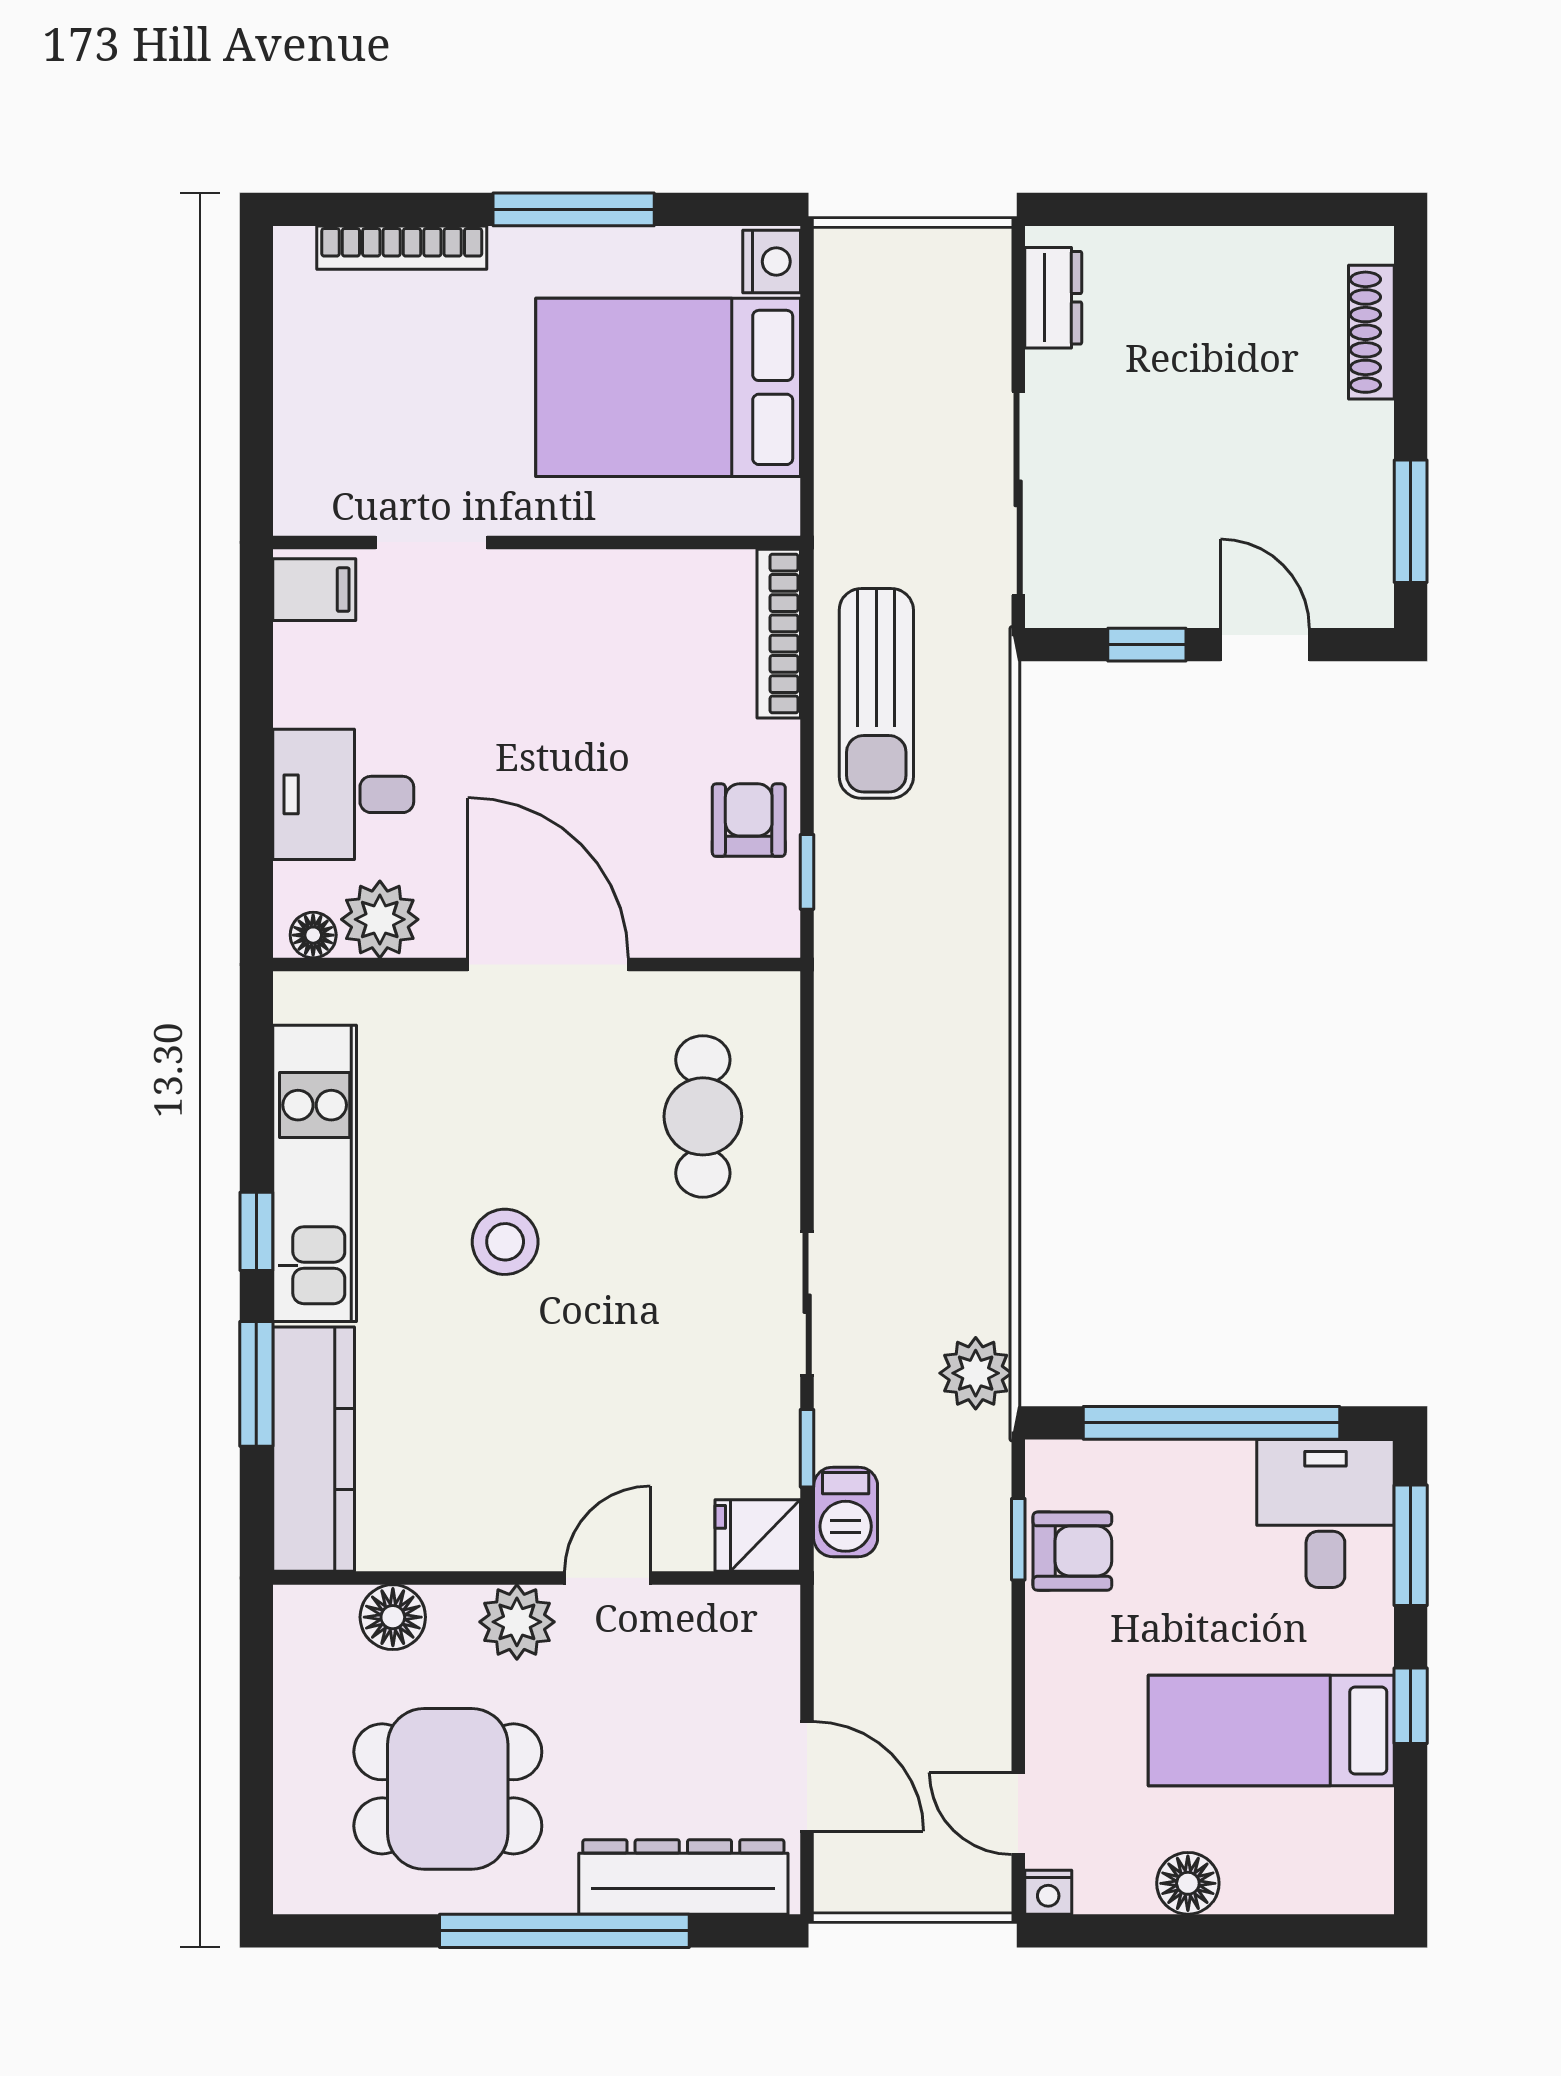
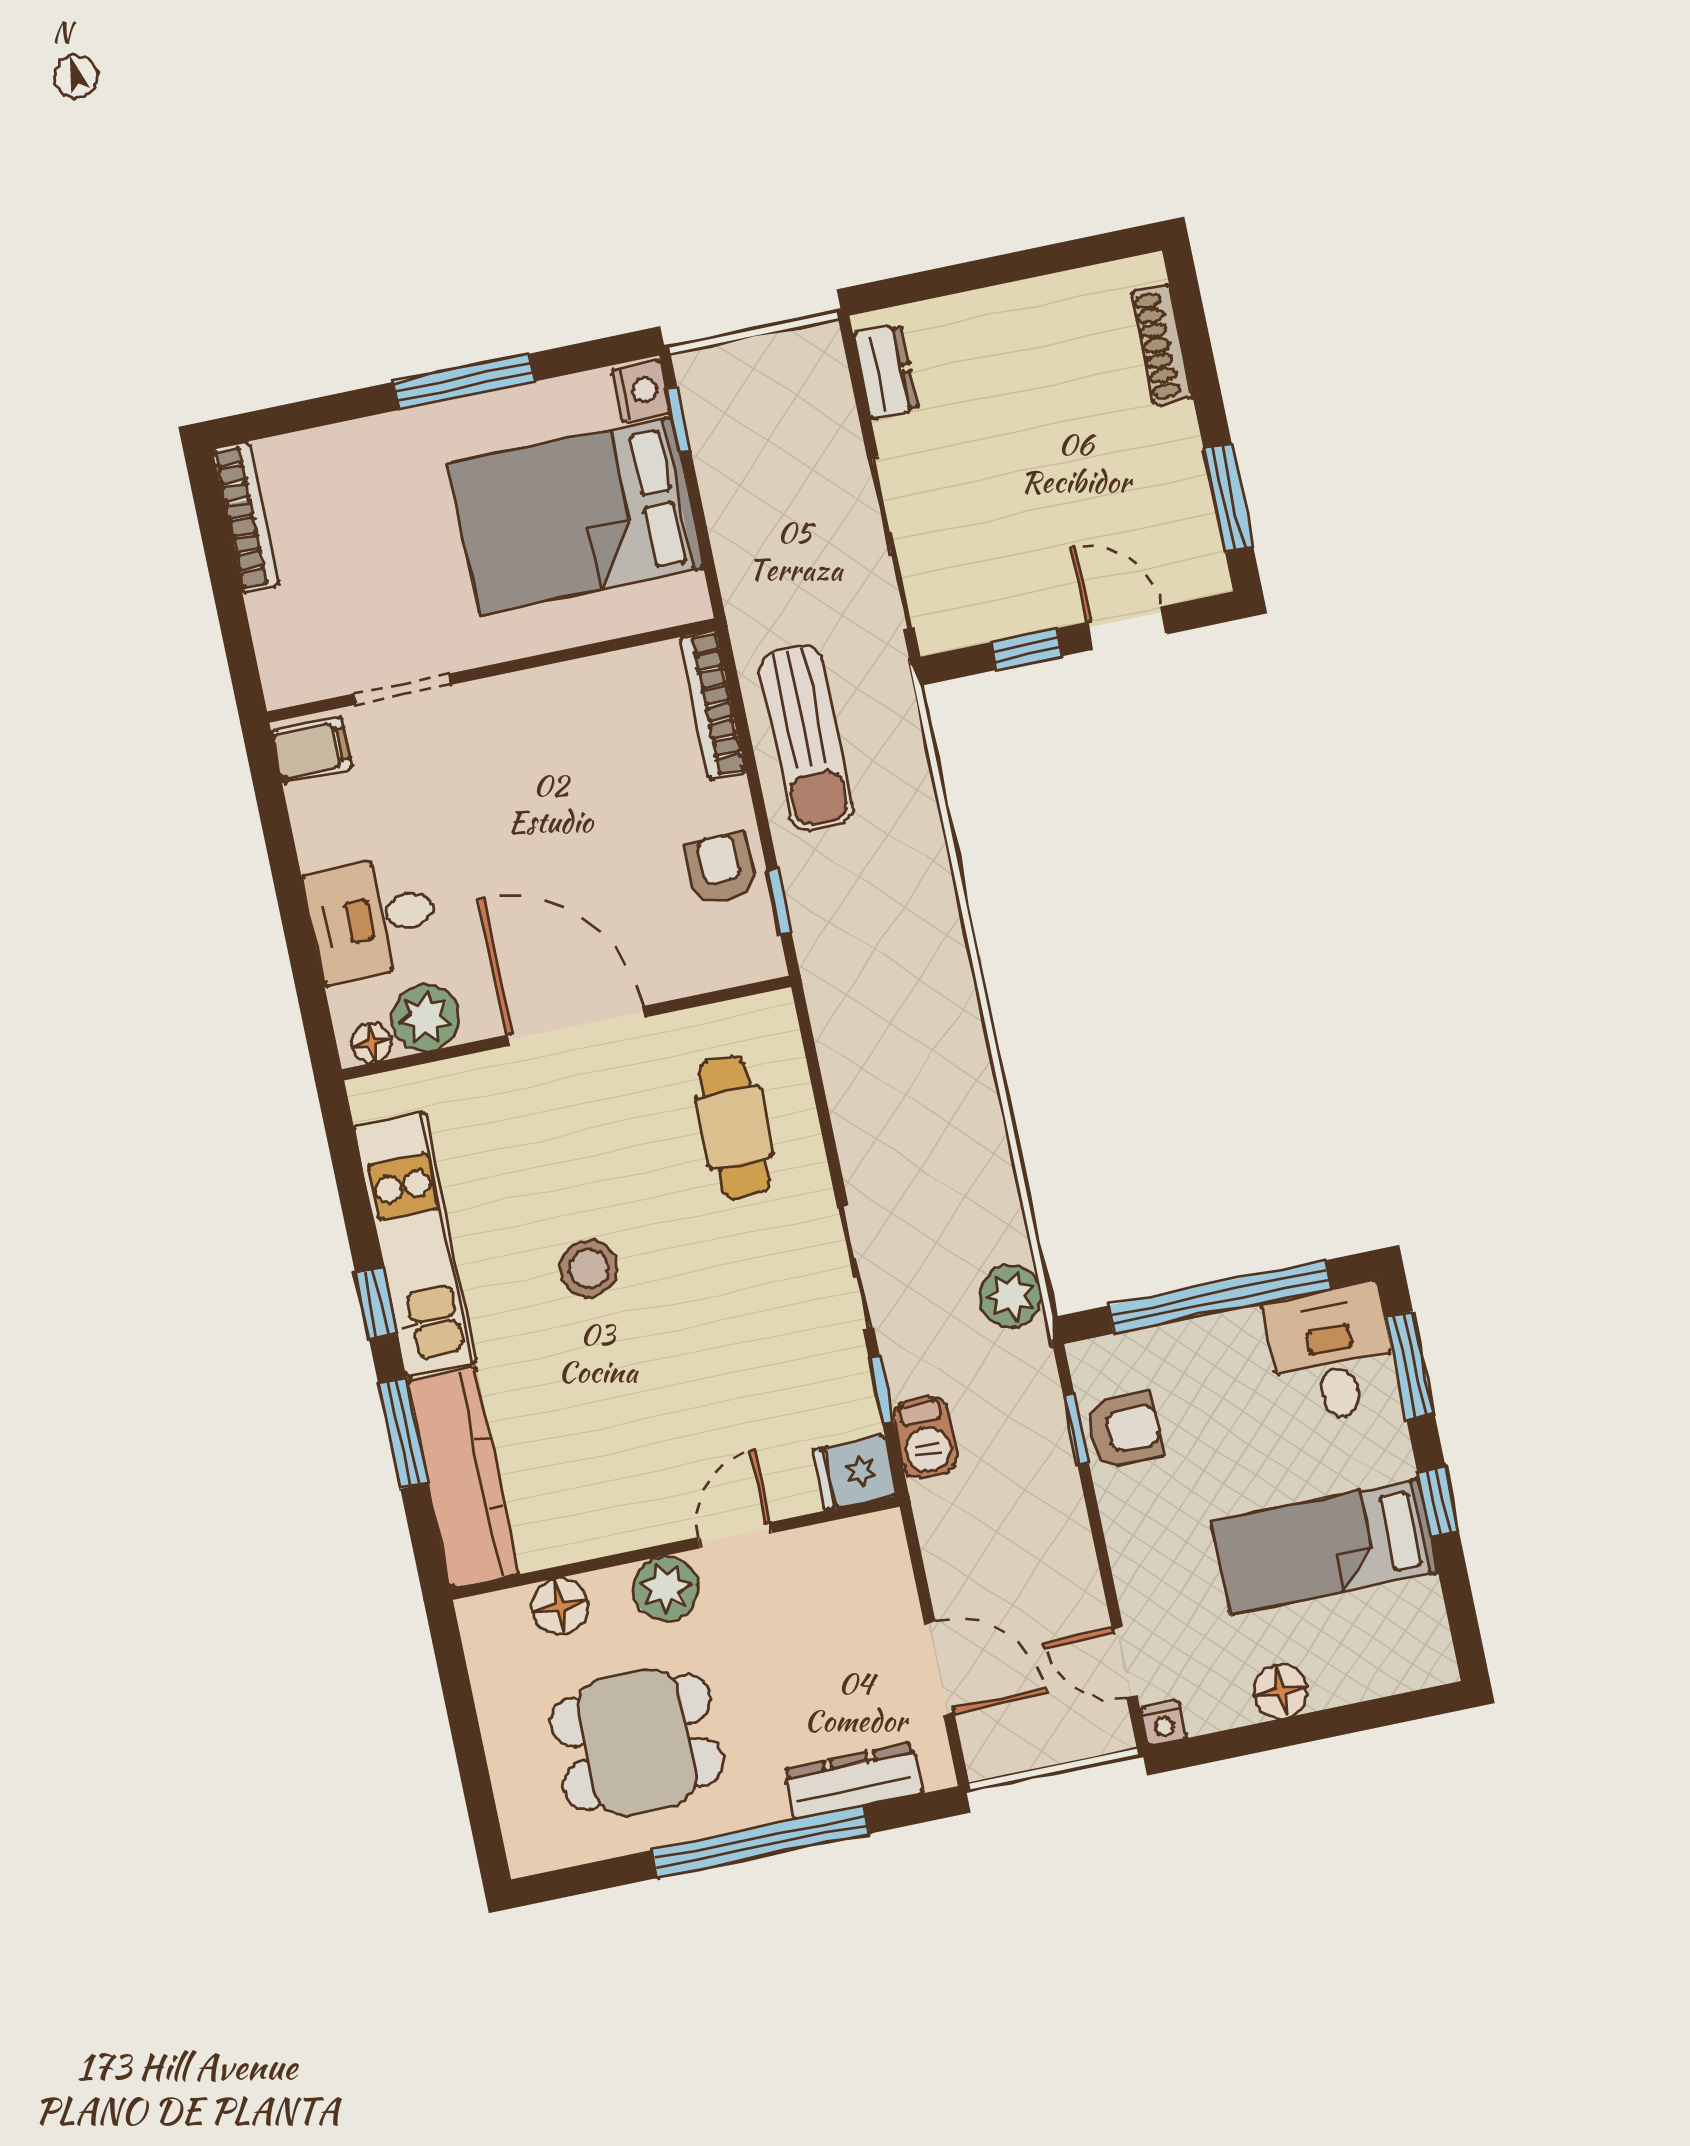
bookcase: (402, 248) -> (246, 517), moved, turned -90
window: (807, 303) -> (678, 420), added
dresser: (683, 1877) -> (853, 1781), width x0.73, depth x0.80

